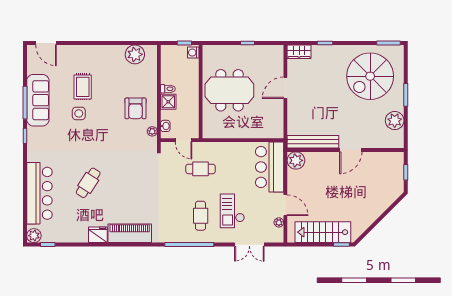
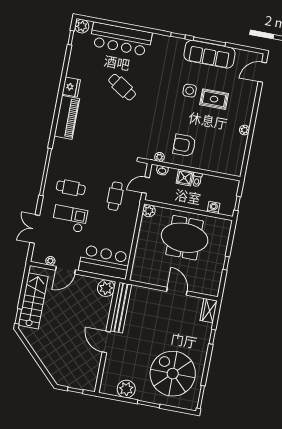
washing machine: (193, 53) -> (214, 208), moved
plant: (135, 54) -> (244, 130), moved, width x0.53, depth x0.53
meeting table: (229, 90) -> (185, 238), turned 90
plant: (209, 132) -> (149, 211), added

